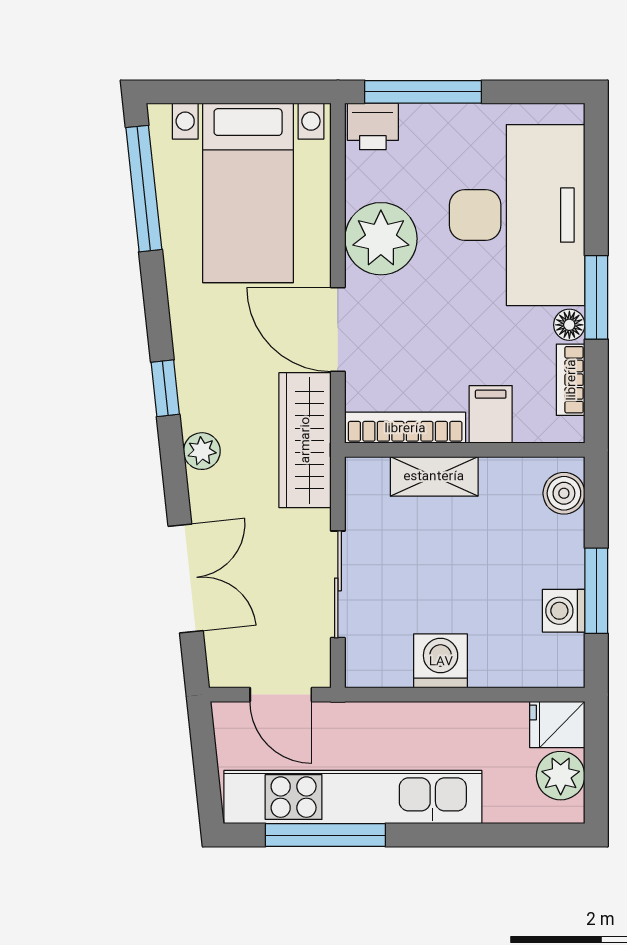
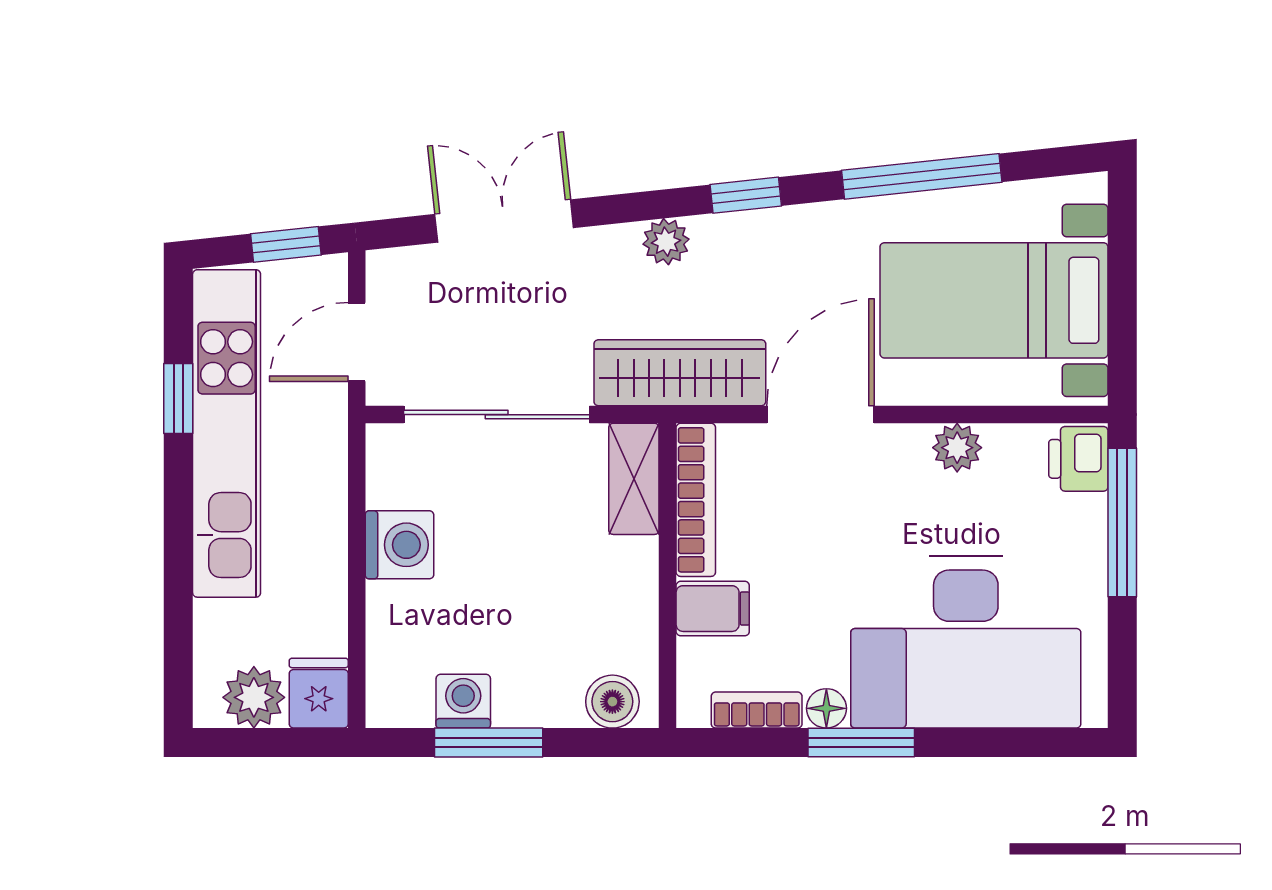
window: (144, 189) -> (922, 176), moved
plant: (381, 239) -> (957, 448), width x0.53, depth x0.53
shelving: (434, 476) -> (634, 479), moved
double door: (186, 578) -> (504, 221), swing flipped
sliding door: (338, 584) -> (497, 415), width x1.37
window: (204, 750) -> (286, 244), added
window: (325, 835) -> (178, 399), width x0.46

